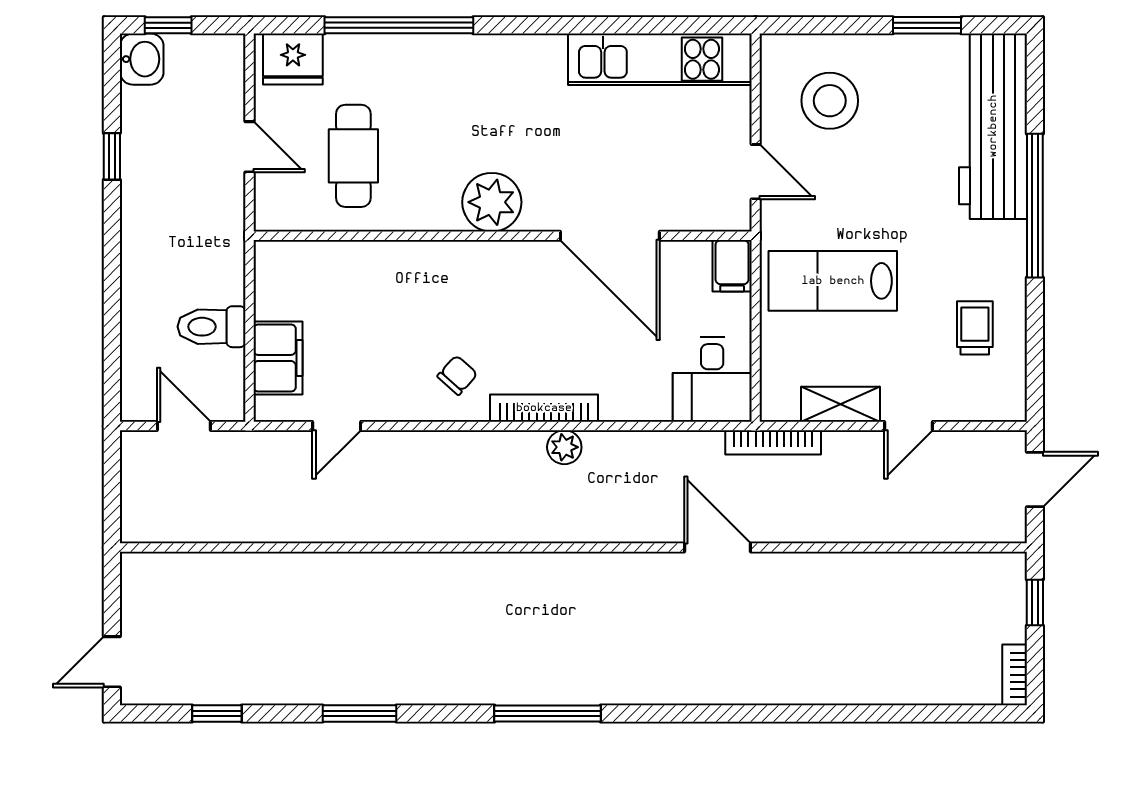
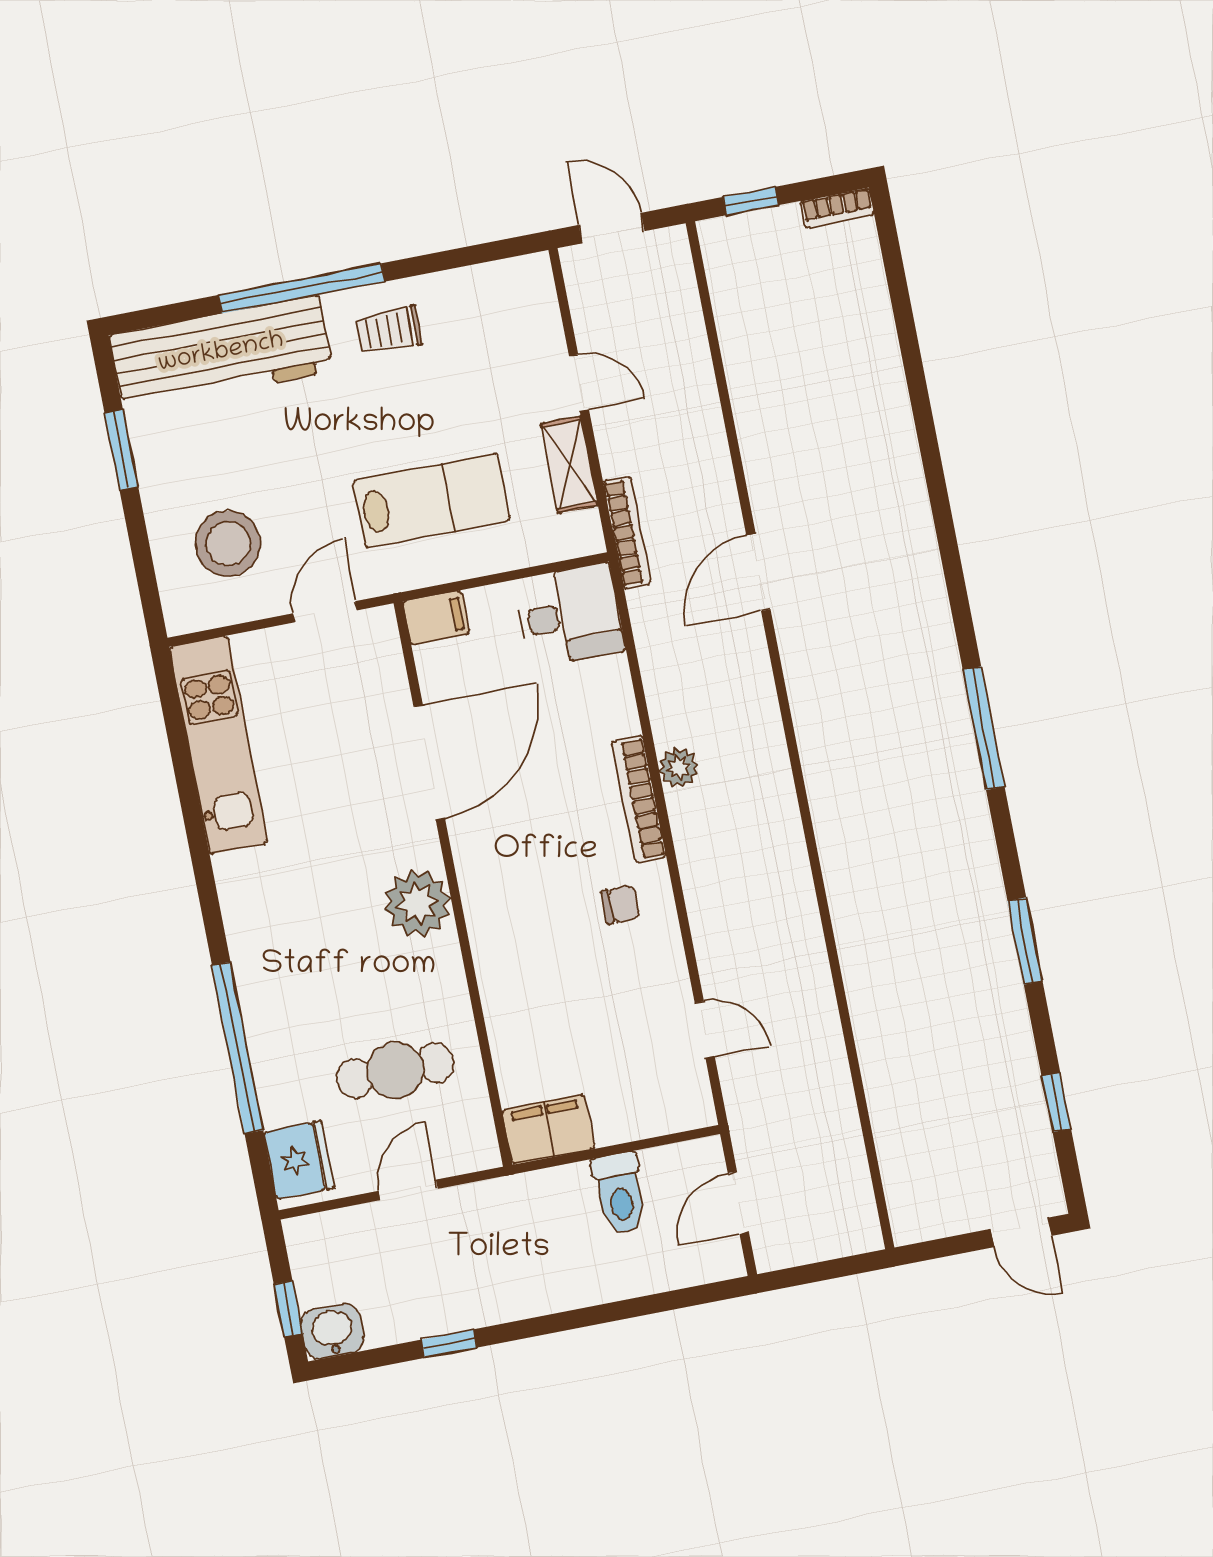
lab bench: (833, 281) -> (431, 500), turned -90
trolley: (975, 328) -> (388, 331), moved
filing cabinet: (278, 358) -> (548, 1129), moved
chair: (457, 375) -> (621, 905), turned 138

